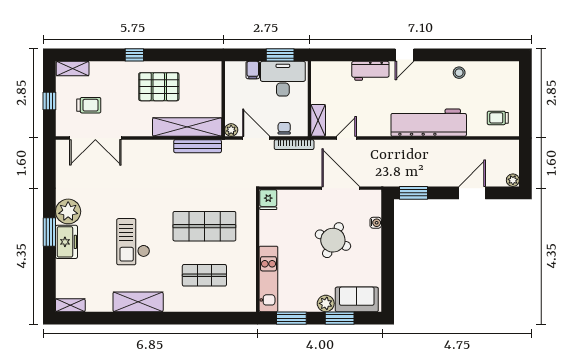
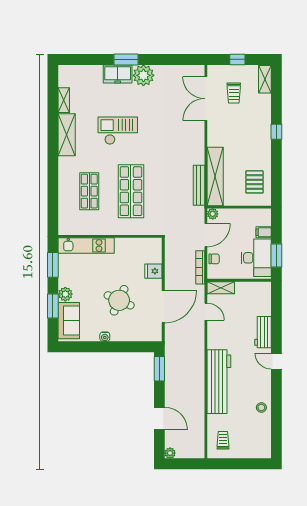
pallet: (159, 87) -> (255, 182), moved, width x0.67, depth x0.71
fridge: (268, 200) -> (153, 271), moved
water cooler: (376, 223) -> (105, 337), moved
shelving: (70, 305) -> (64, 100), moved

